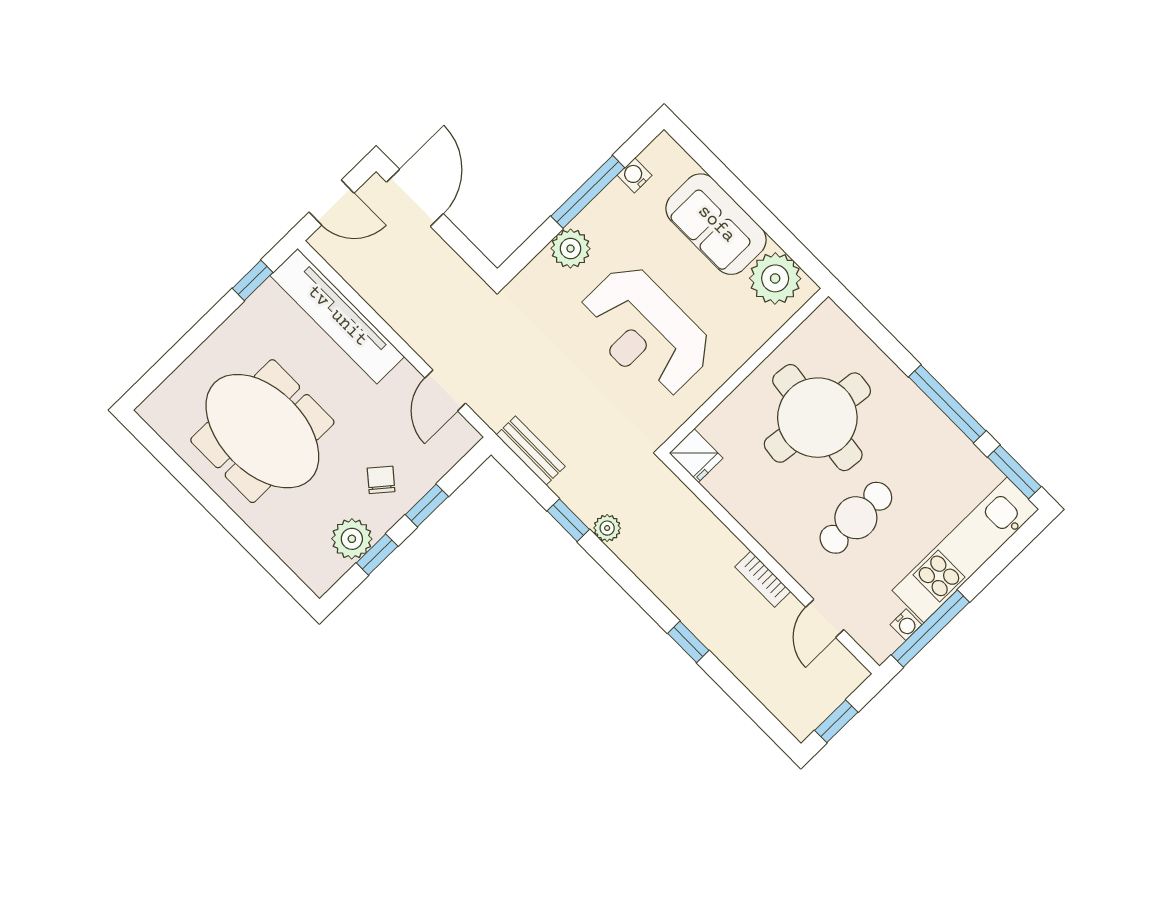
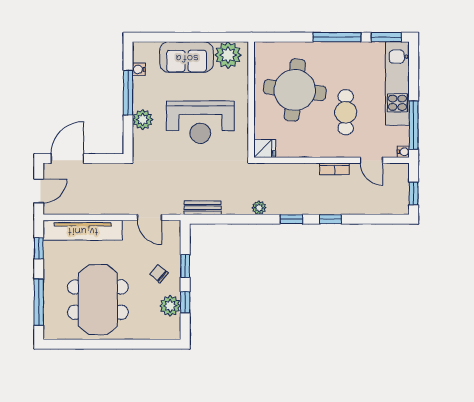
door: (415, 198) -> (67, 159), hinge flipped
window: (179, 353) -> (39, 302), added
meeting table: (262, 431) -> (98, 300), turned 90
window: (568, 520) -> (292, 219), moved
water cooler: (906, 625) -> (403, 152), moved

